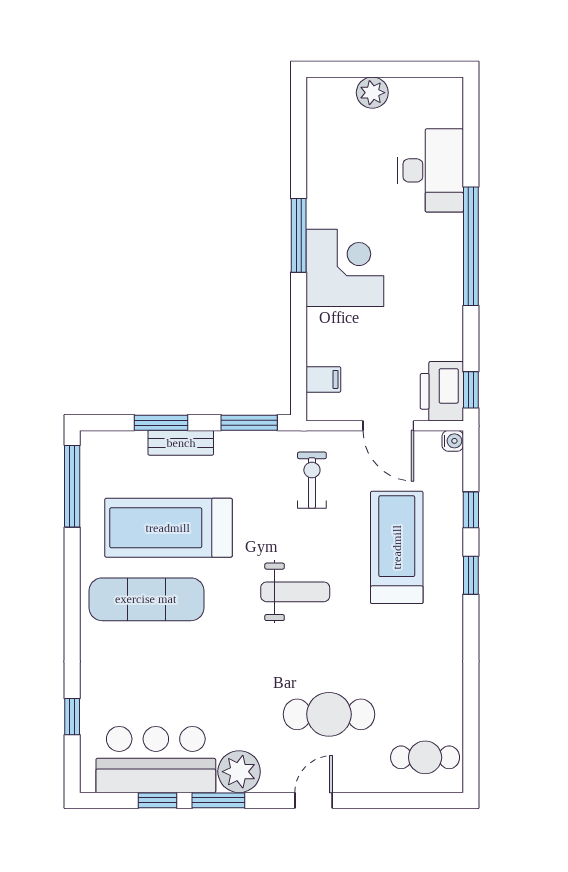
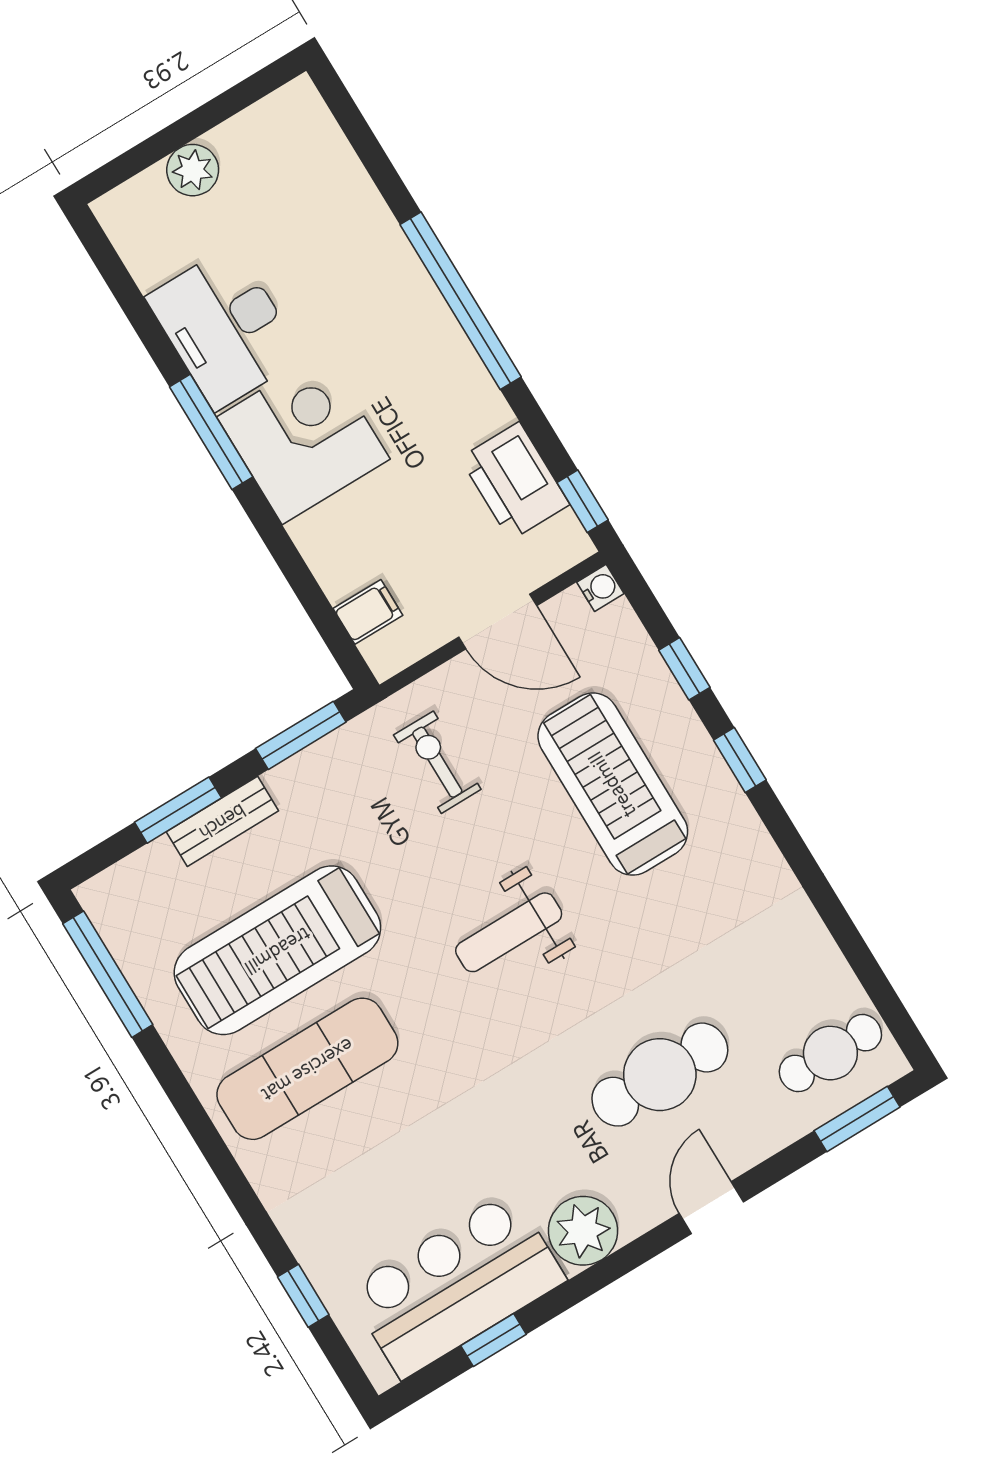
desk: (431, 170) -> (225, 327), moved, turned 180
printer: (442, 391) -> (515, 481), moved
weight bench: (295, 592) -> (509, 932), turned 180
window: (218, 800) -> (857, 1119), moved

